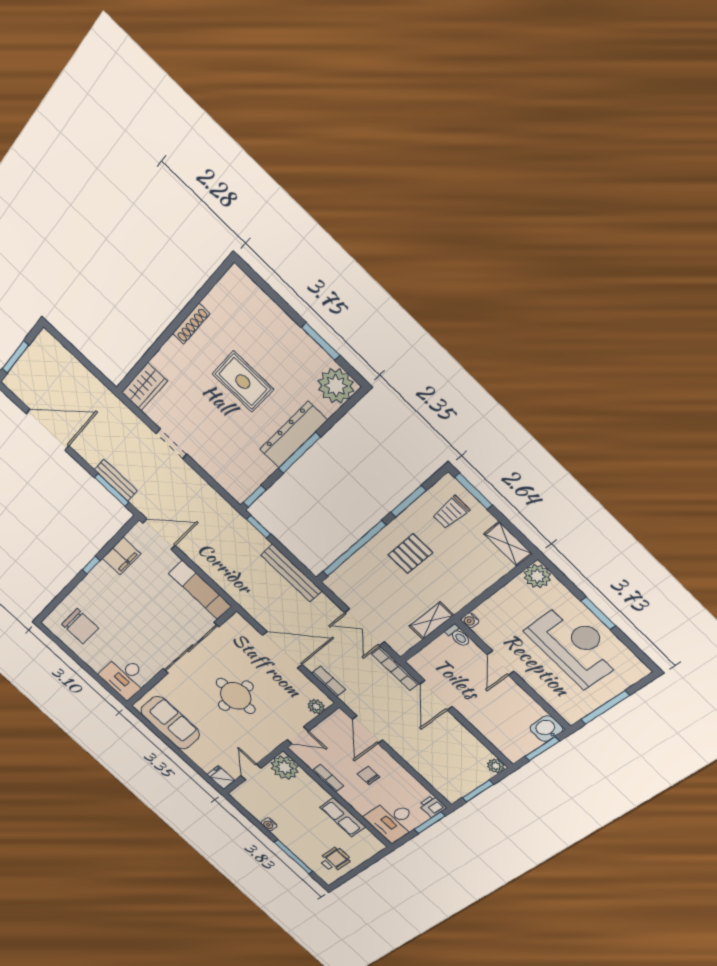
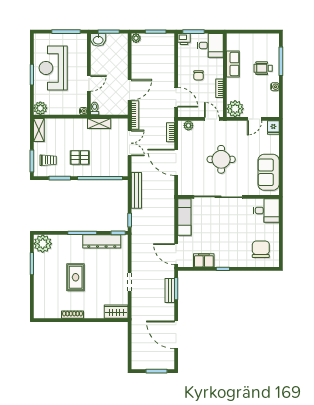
dresser: (293, 435) -> (102, 241), moved
door: (367, 730) -> (176, 97), hinge flipped
wheelchair: (335, 860) -> (263, 68), moved

